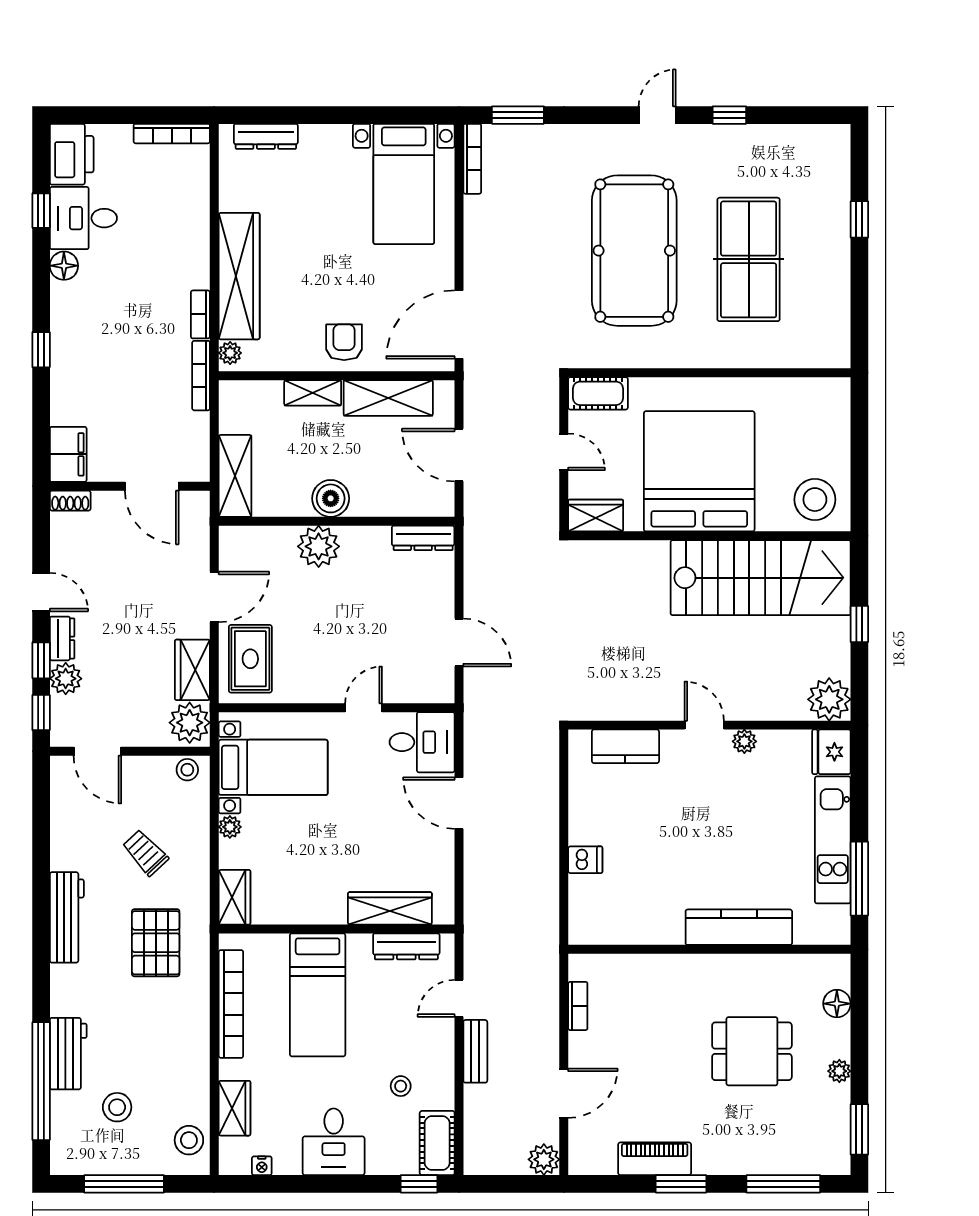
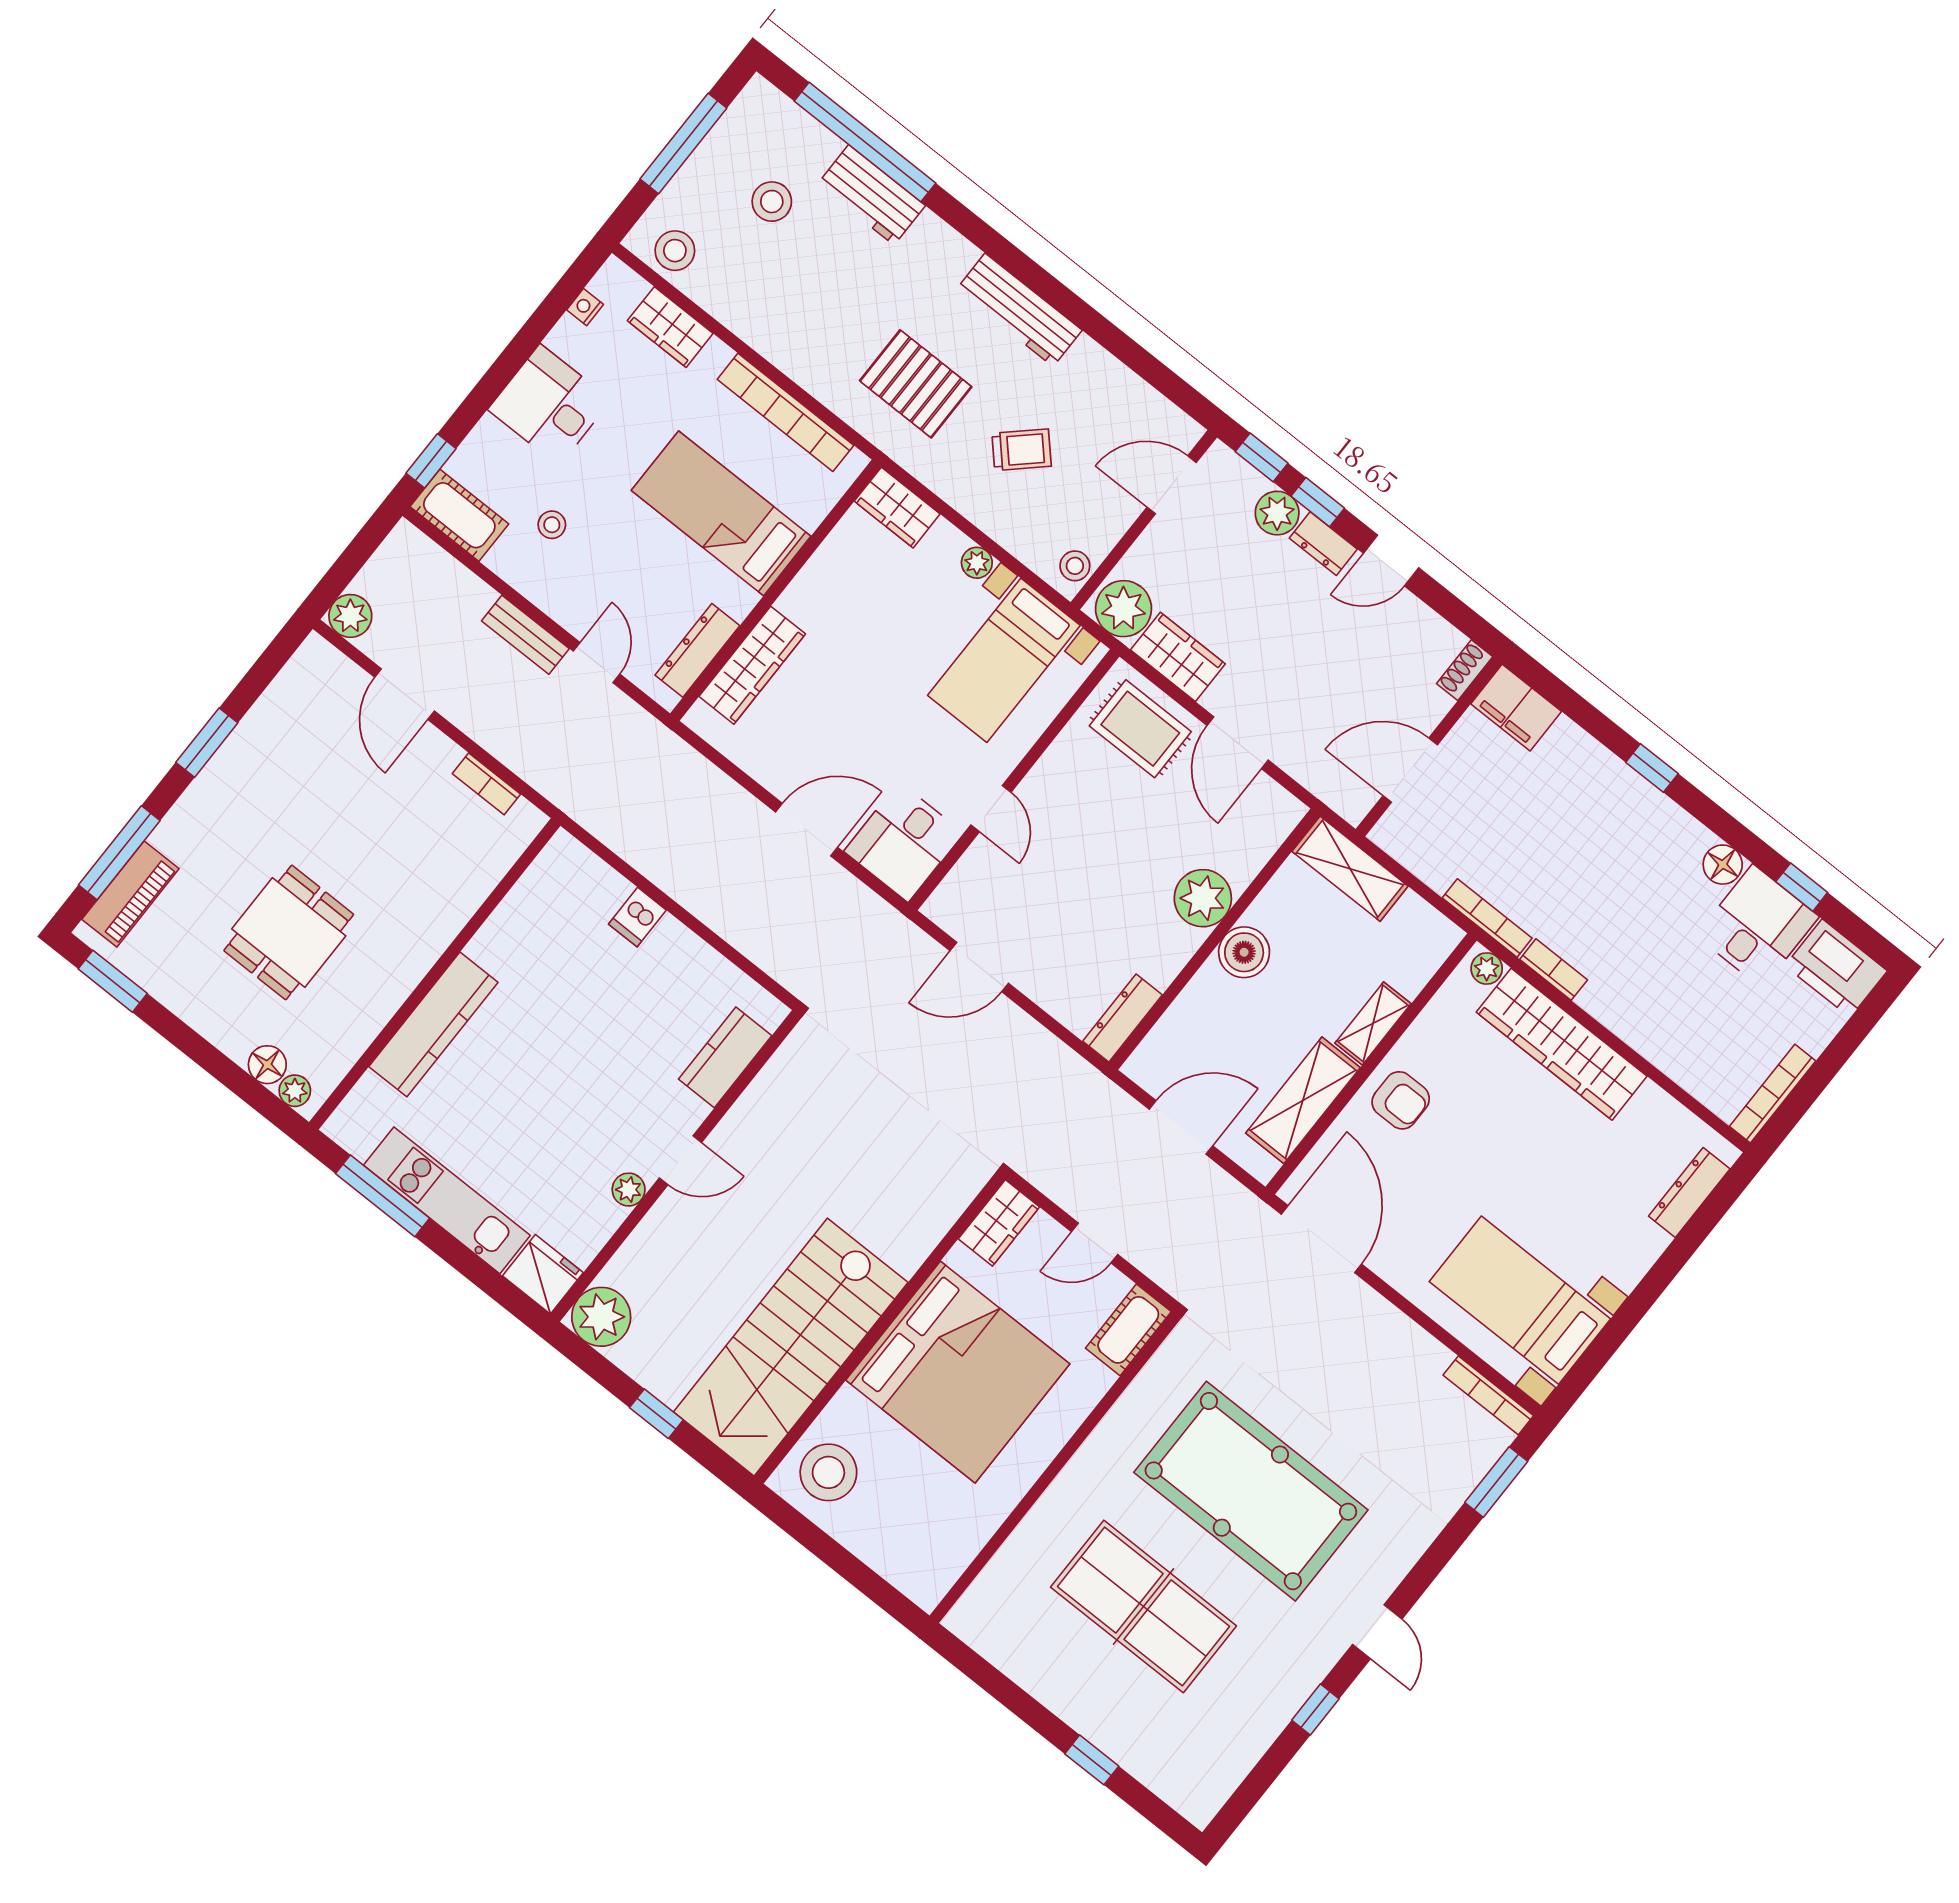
plant: (839, 1071) -> (295, 1091), moved
piano: (655, 1159) -> (130, 894), moved

